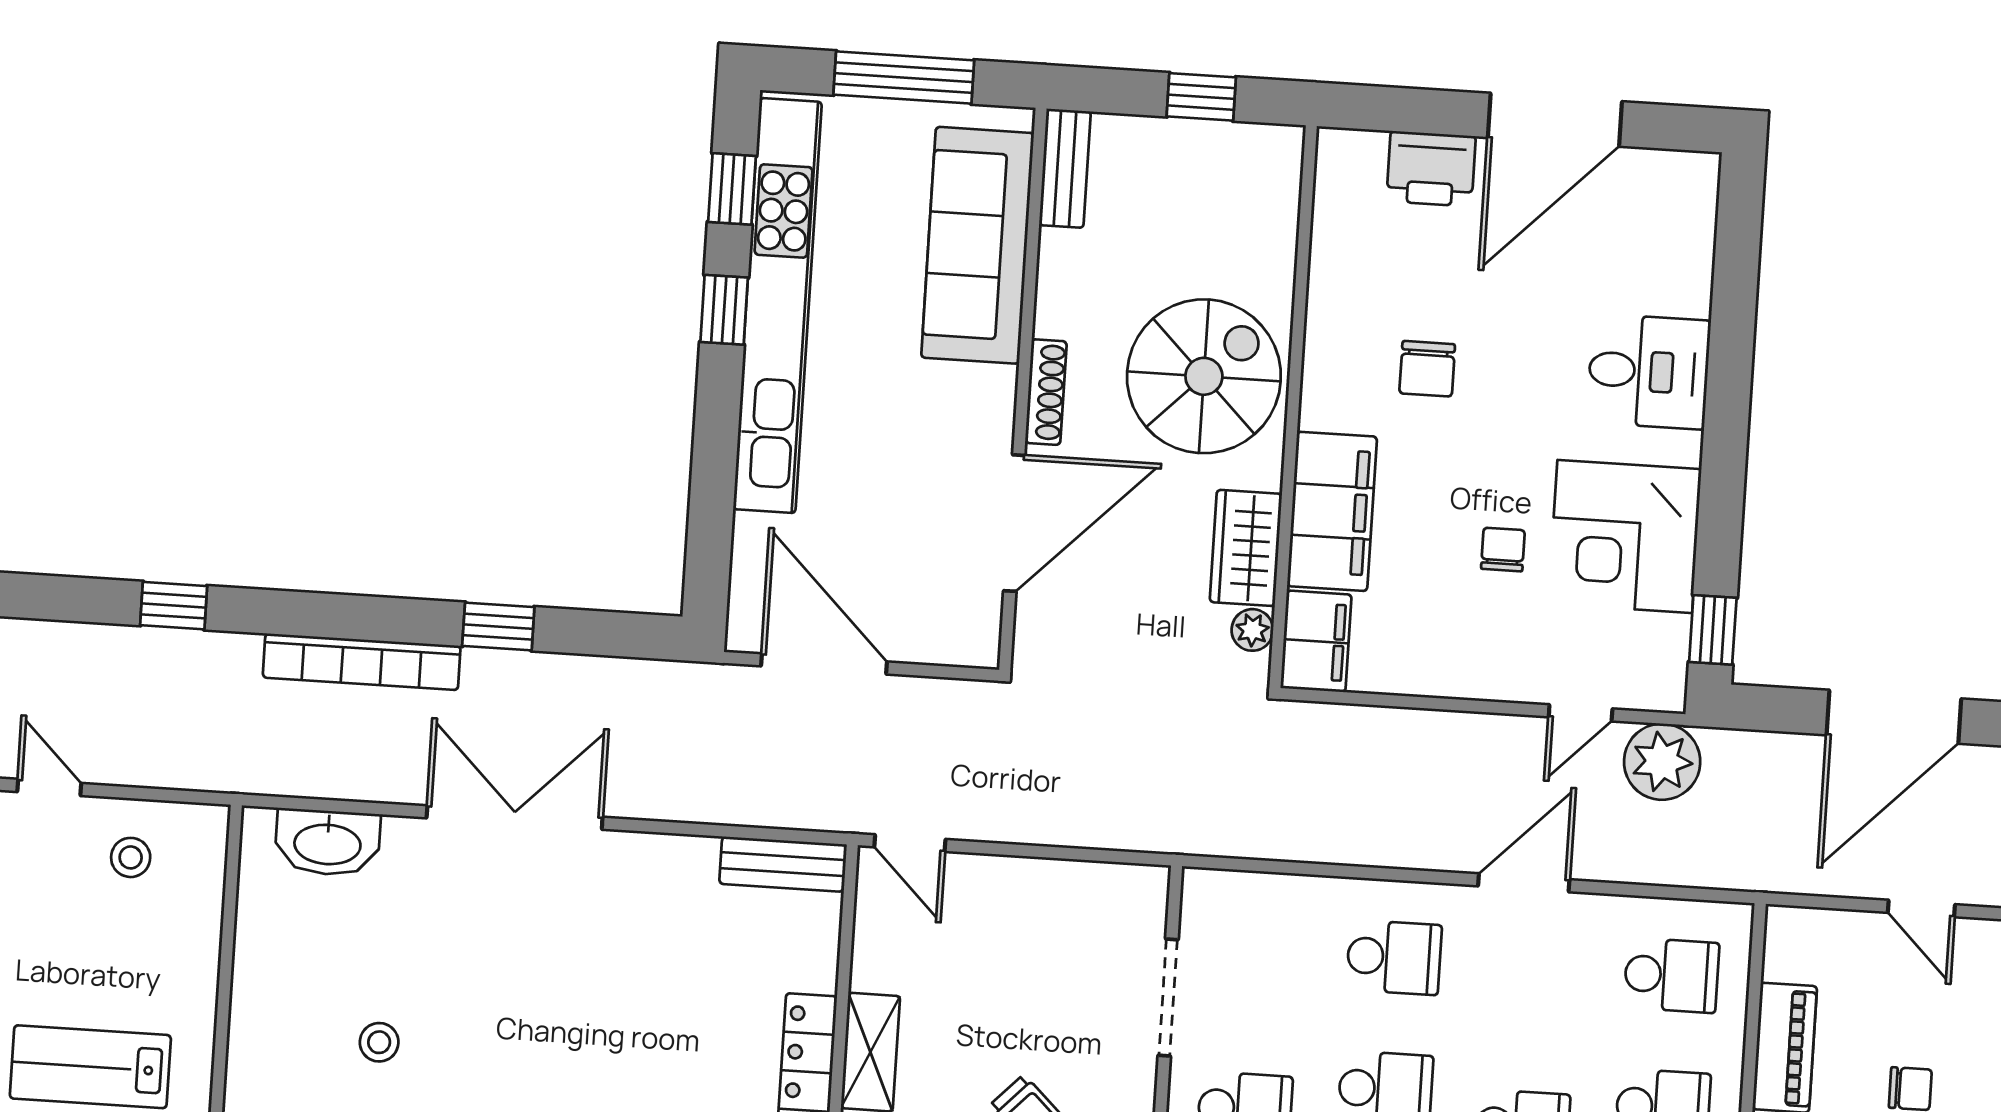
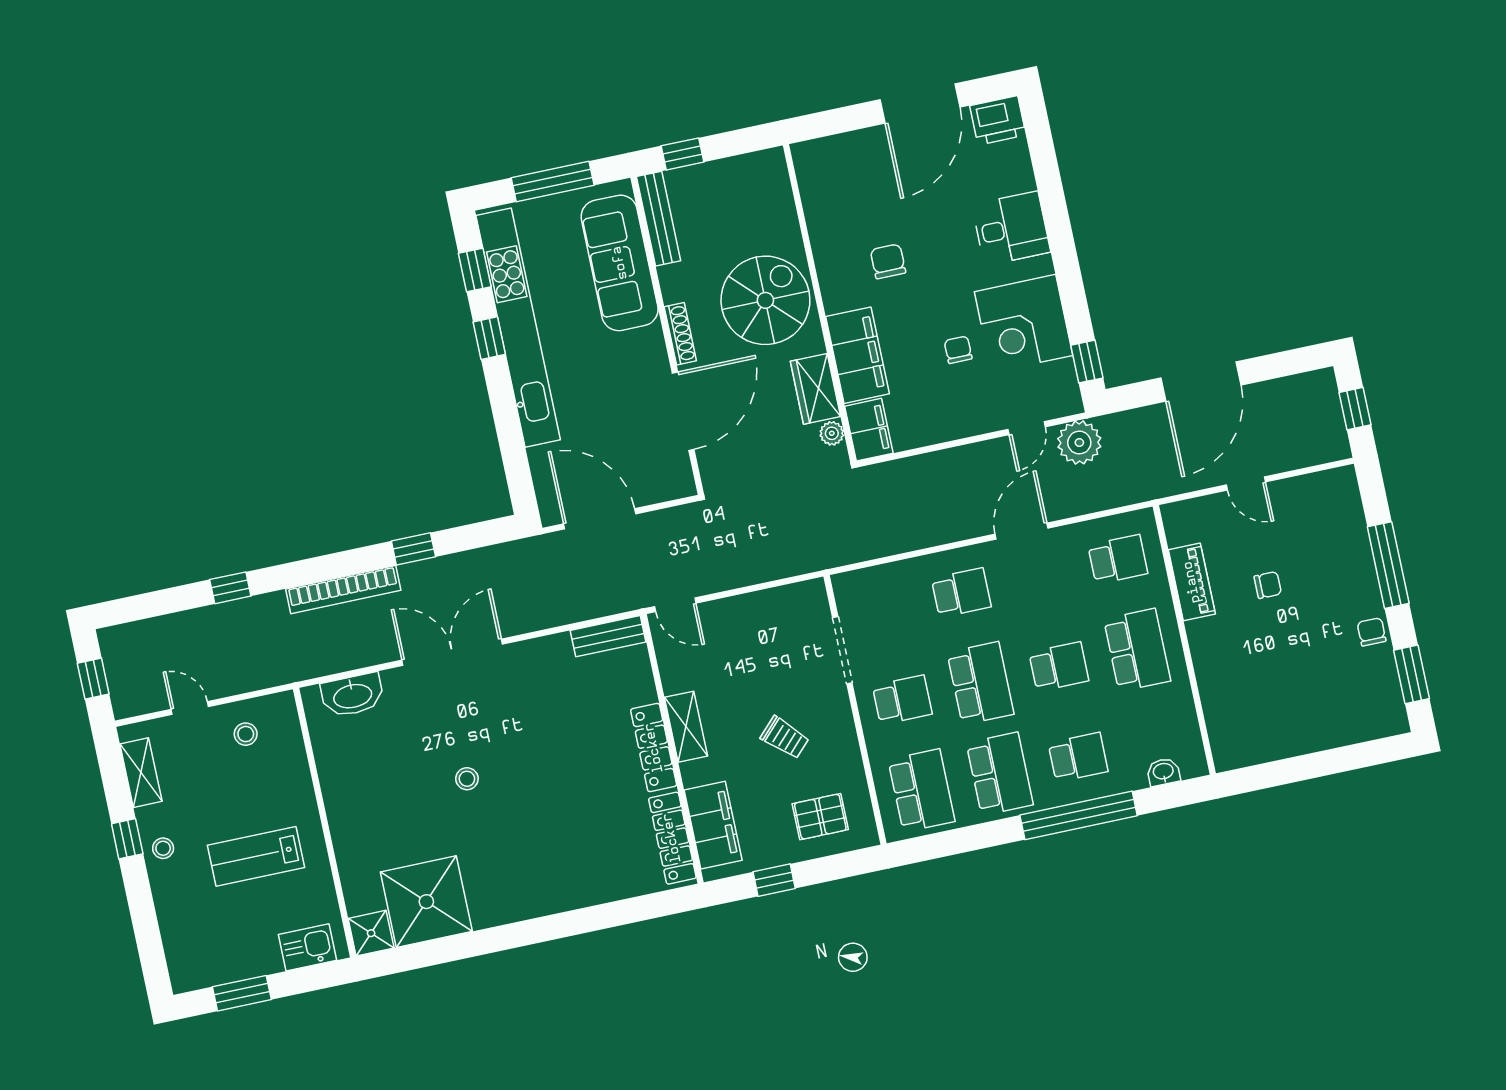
window: (1201, 97) -> (682, 154), moved
bench: (1065, 168) -> (659, 219), width x1.36
printer: (1431, 169) -> (998, 120), moved
chair: (1427, 369) -> (888, 261), turned 180
stool: (379, 1042) -> (467, 779), moved

